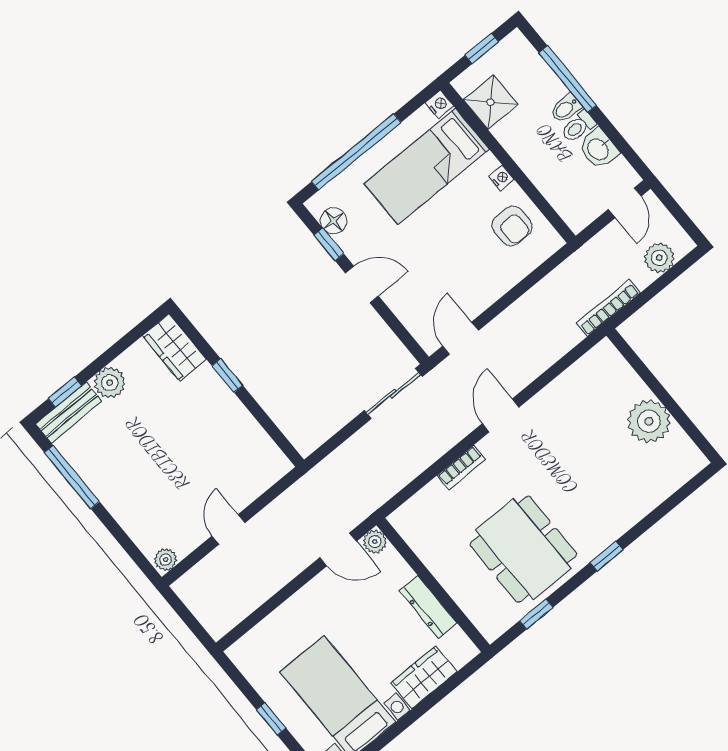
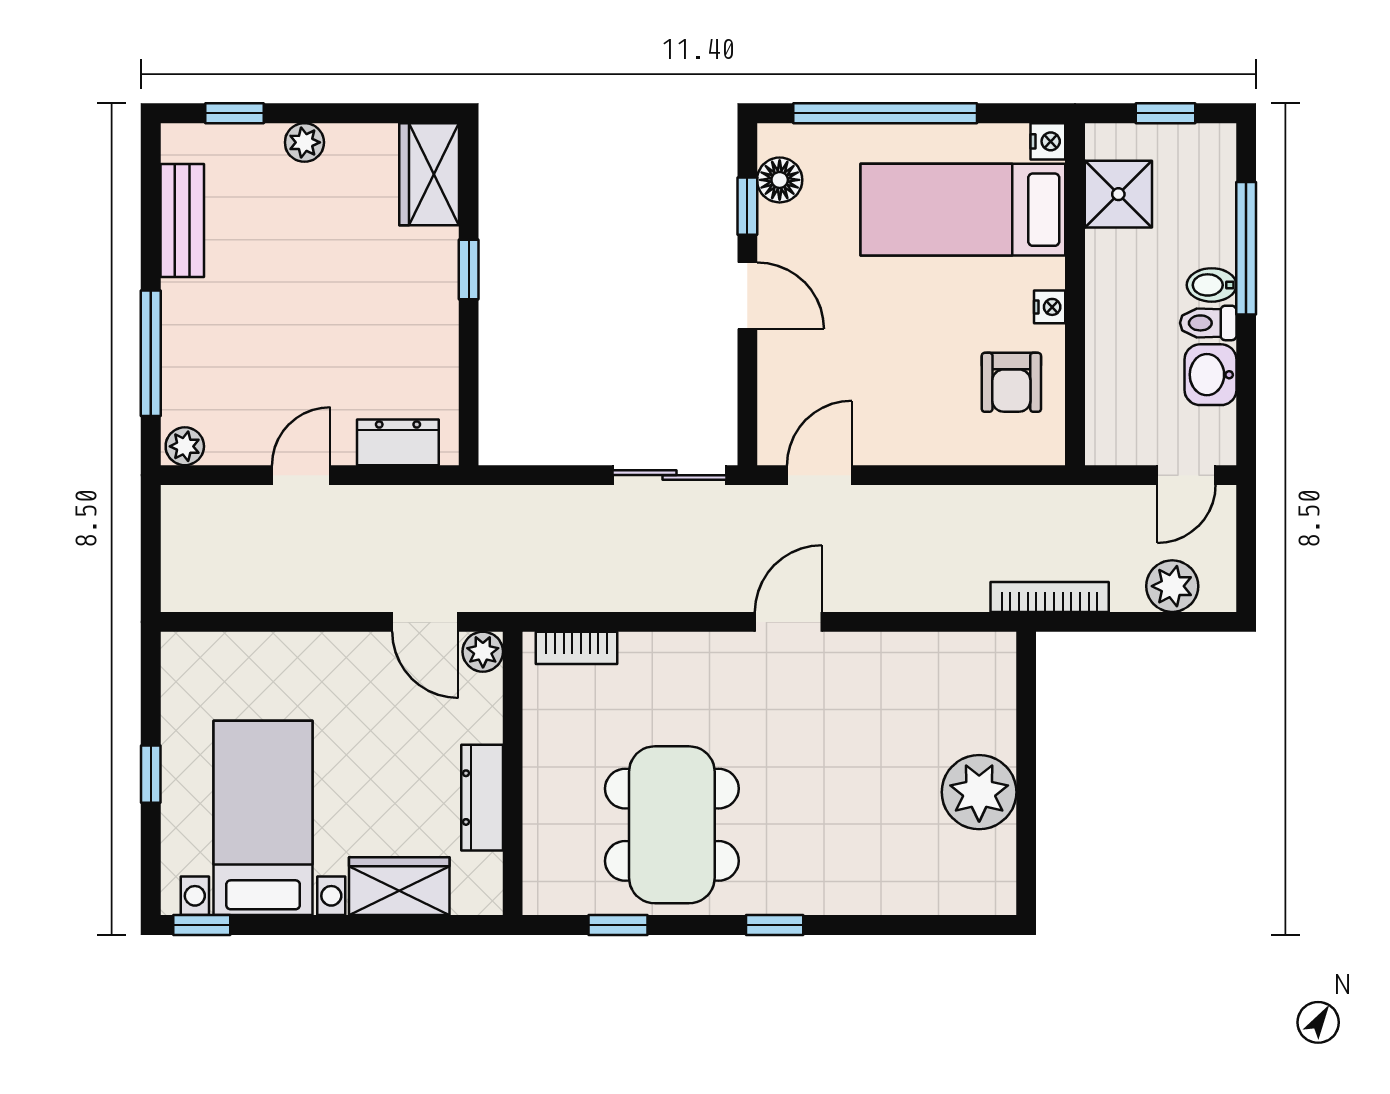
plant: (110, 383) -> (304, 142), width x0.73, depth x0.73
bench: (69, 413) -> (182, 220), moved, turned 90
bookcase: (461, 468) -> (577, 648), moved
window: (72, 477) -> (151, 353), moved
dresser: (260, 479) -> (398, 442), added

